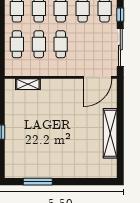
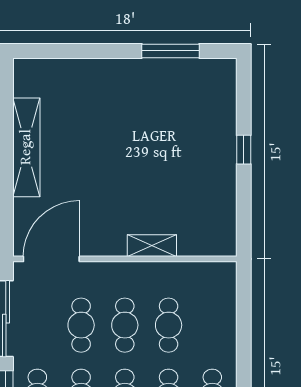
cafe table: (17, 44) -> (81, 325), moved
shelving: (28, 84) -> (152, 246), moved

